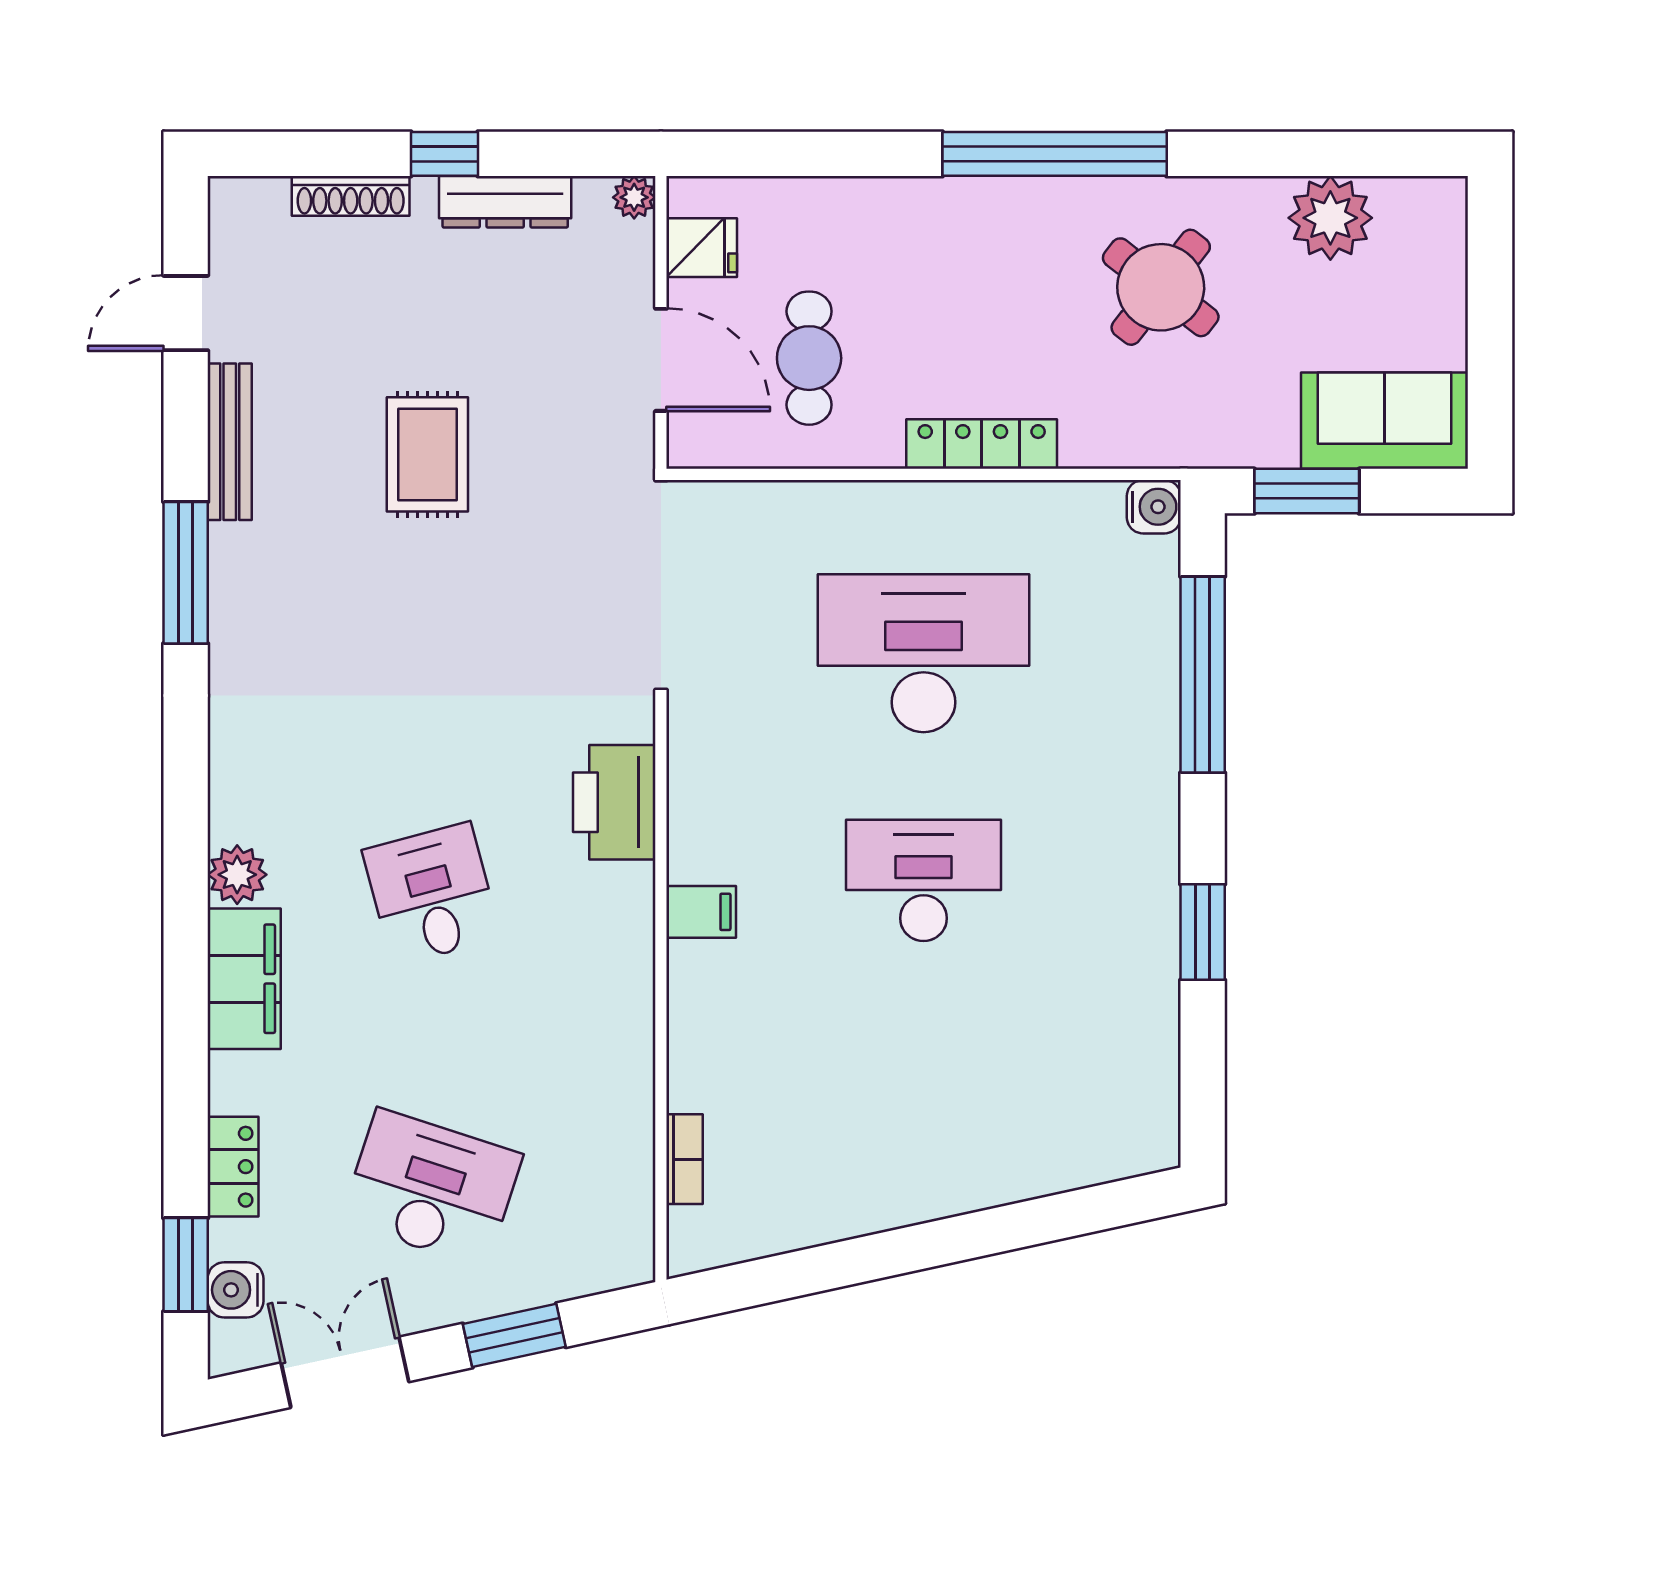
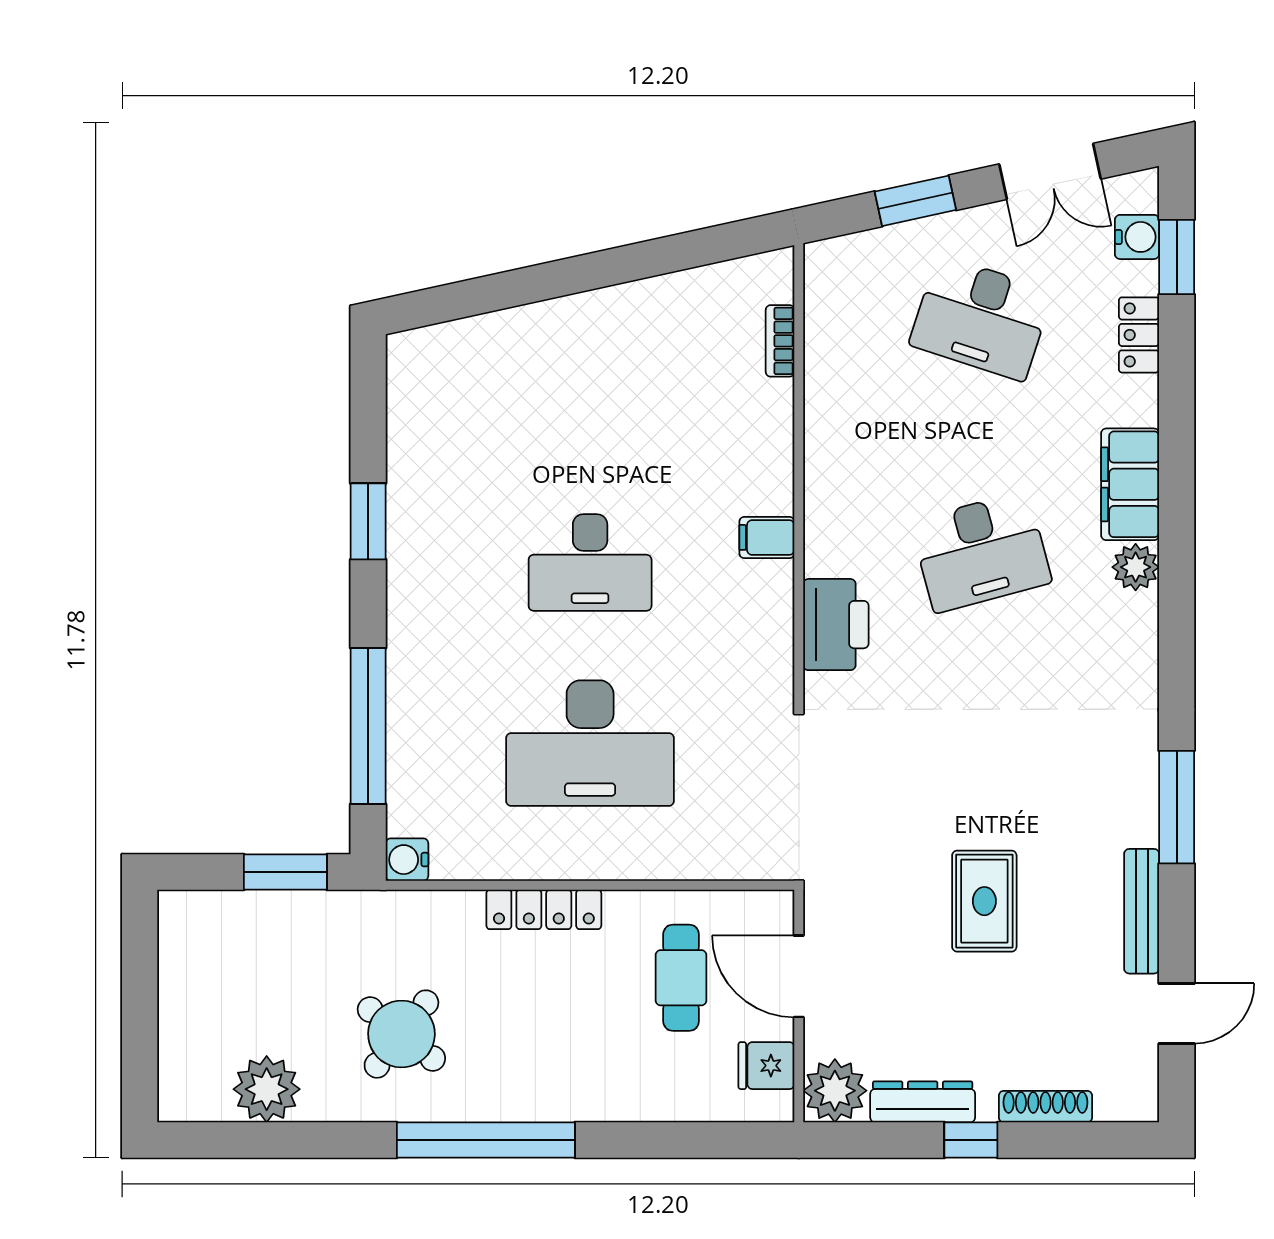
plant: (634, 197) -> (835, 1091), width x1.88, depth x1.88
sofa: (1384, 421) -> (224, 928), removed
desk: (432, 894) -> (981, 552), width x1.37

